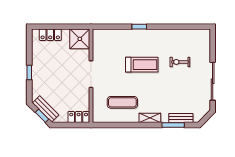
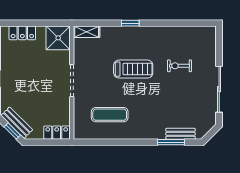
shelving: (150, 118) -> (87, 32), moved

